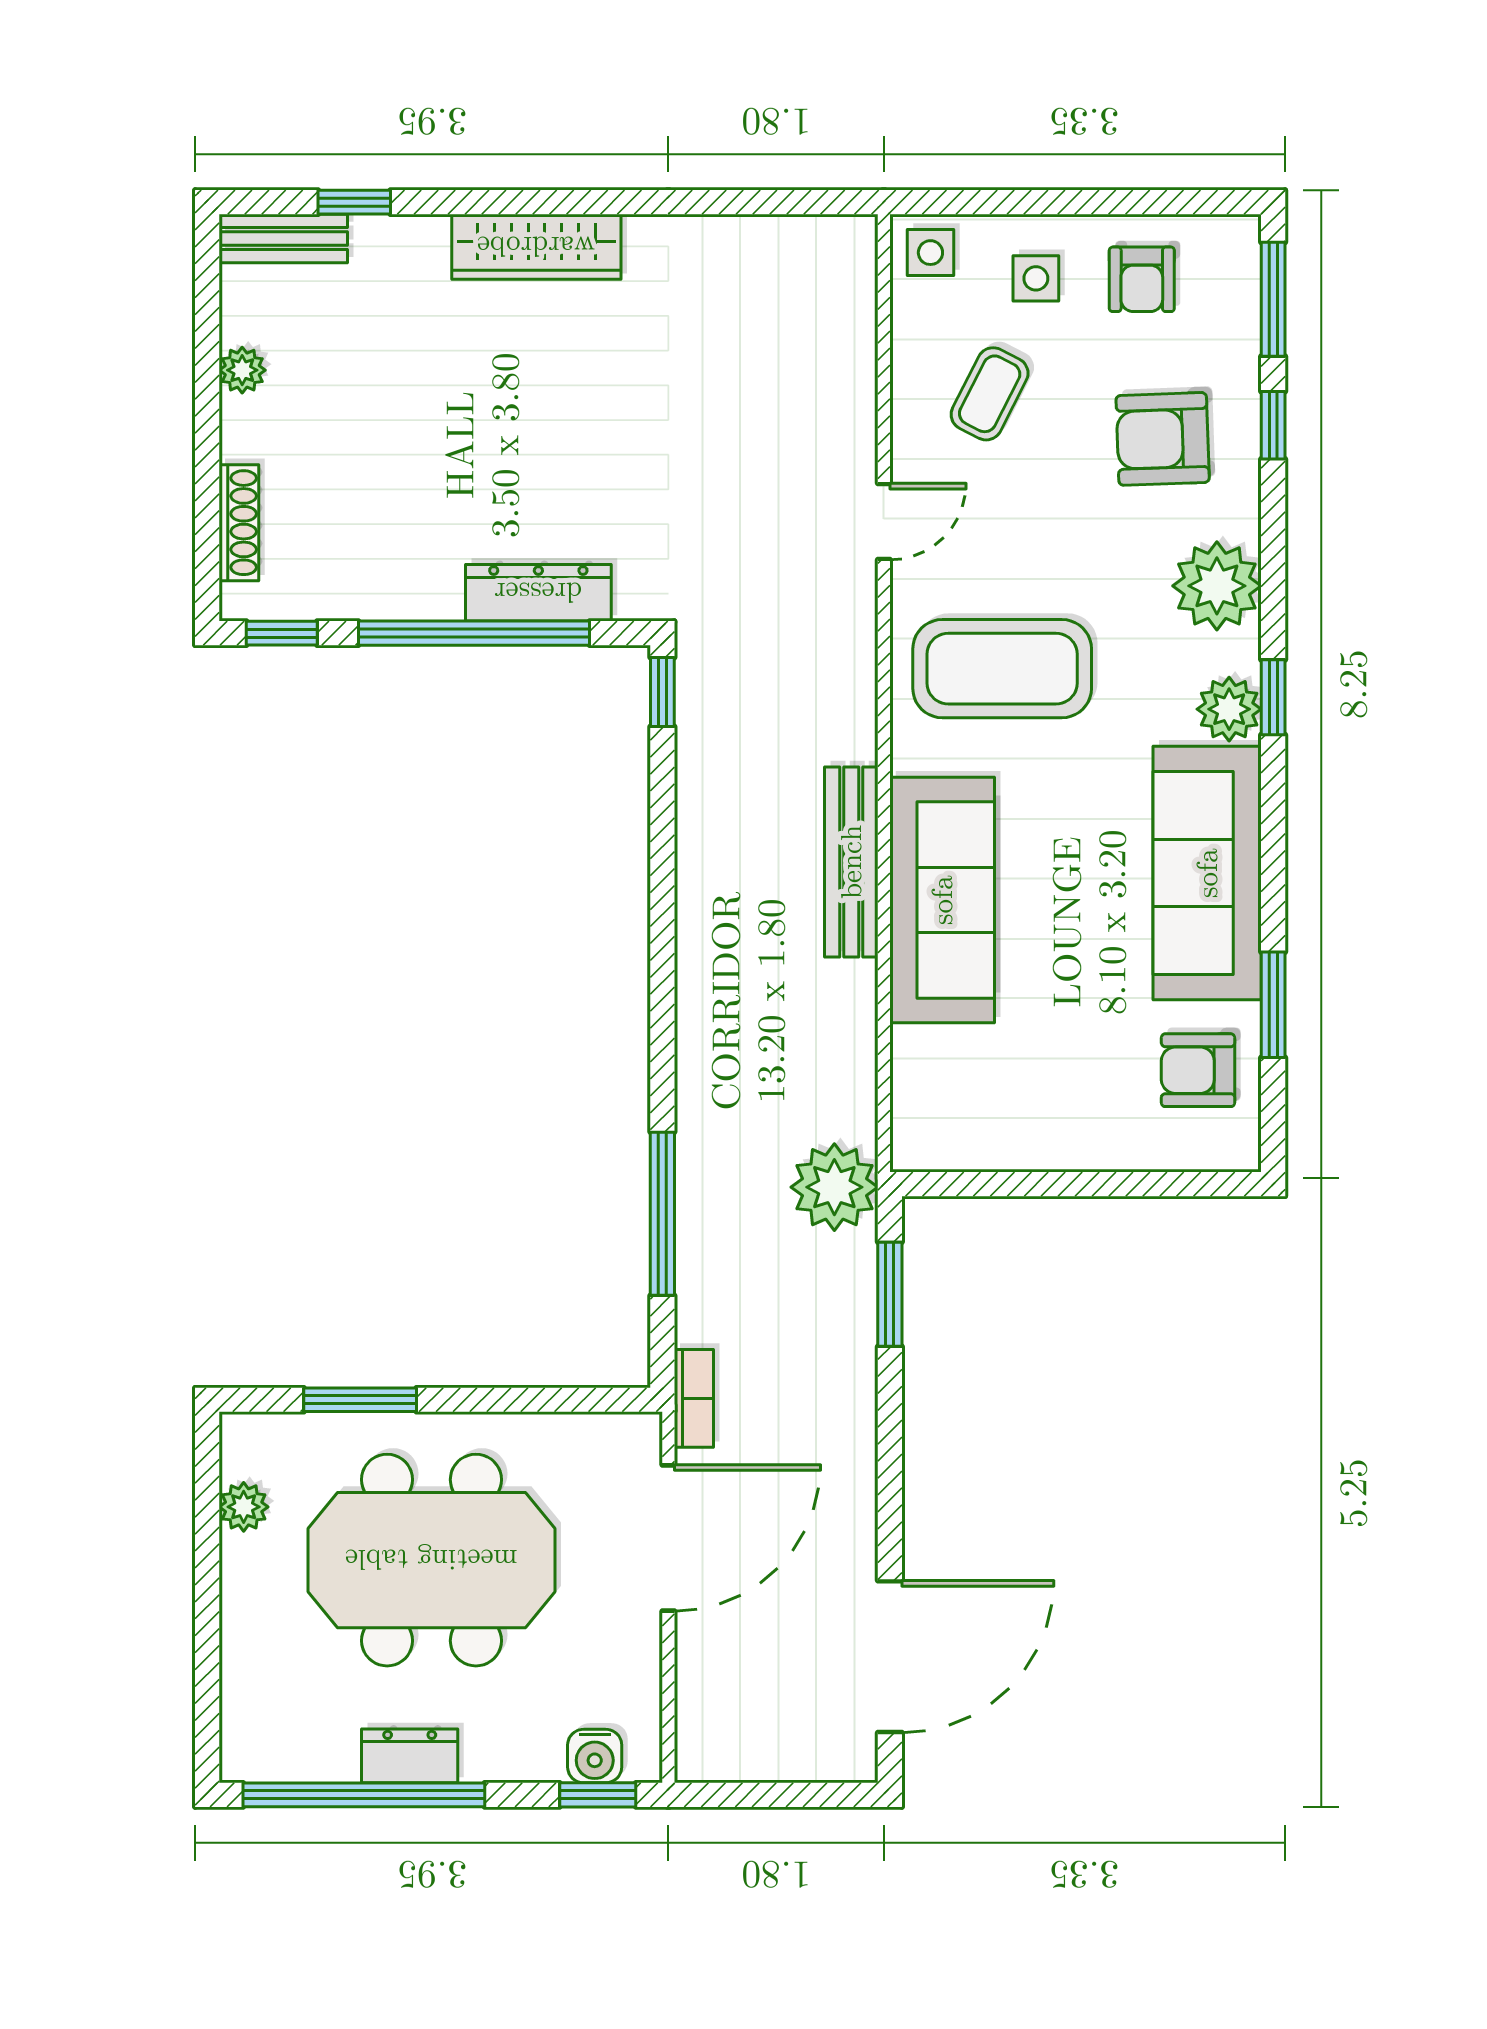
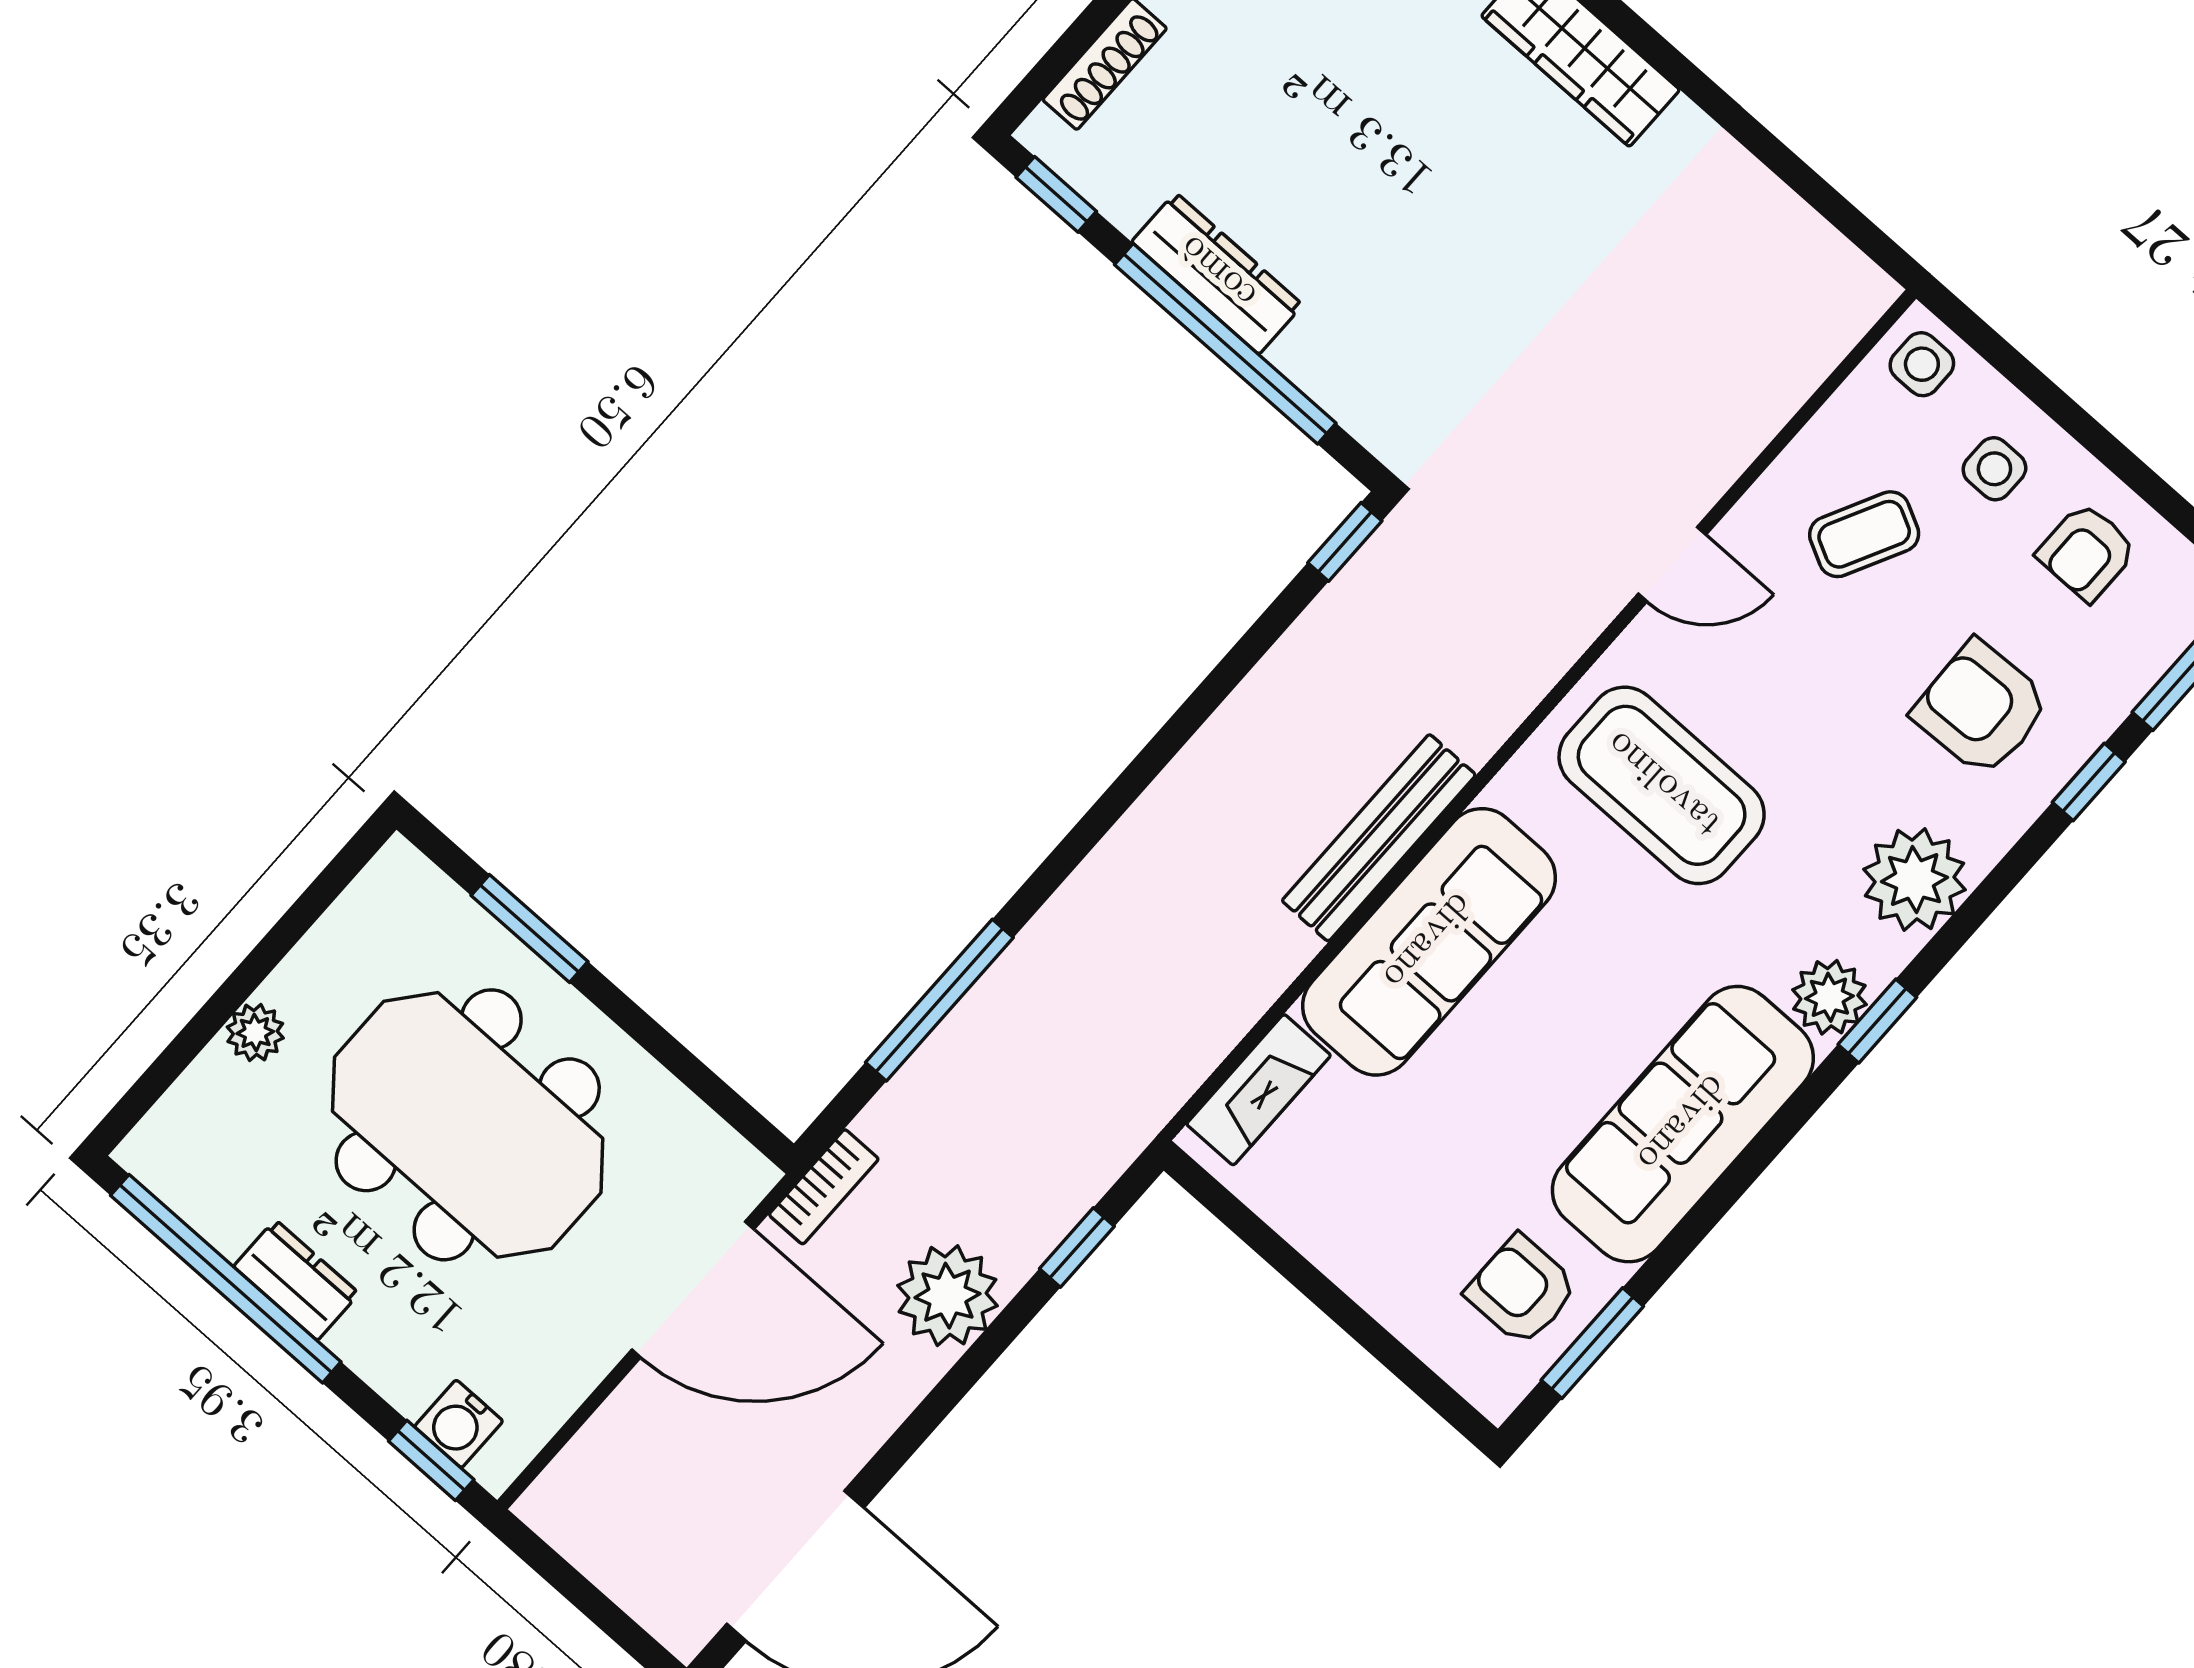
dresser: (538, 593) -> (1217, 273), moved
window: (1273, 1005) -> (1592, 1343), moved
fireplace: (917, 1091) -> (1259, 1090), added
plant: (834, 1187) -> (947, 1296), moved
window: (890, 1294) -> (1077, 1248), width x0.67
plant: (244, 1507) -> (255, 1032), moved

